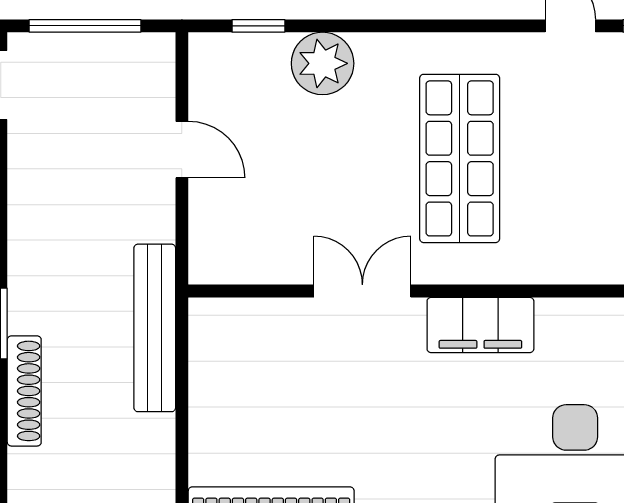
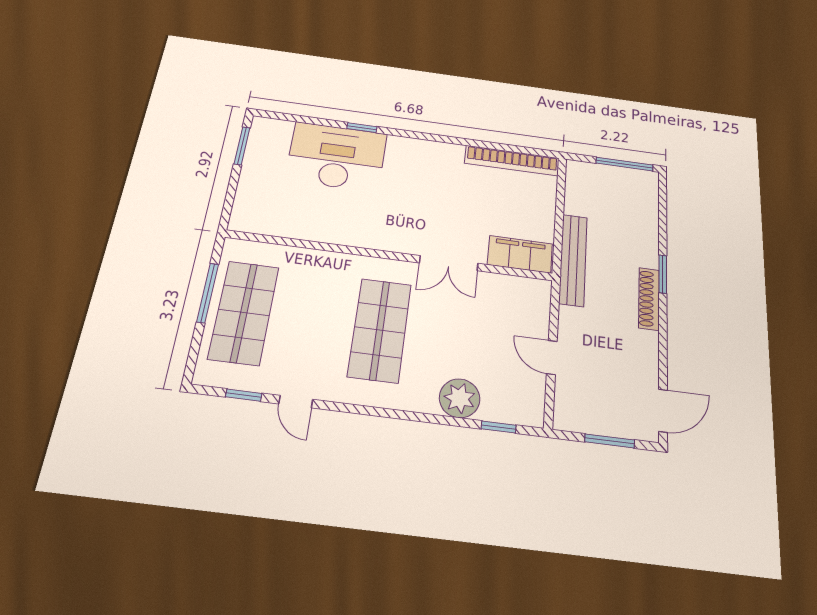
window: (85, 26) -> (610, 441), width x0.69
filing cabinet: (480, 325) -> (520, 254), moved
shoe rack: (24, 391) -> (649, 299), moved

